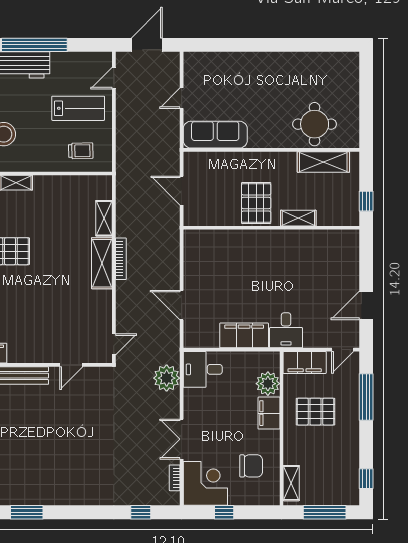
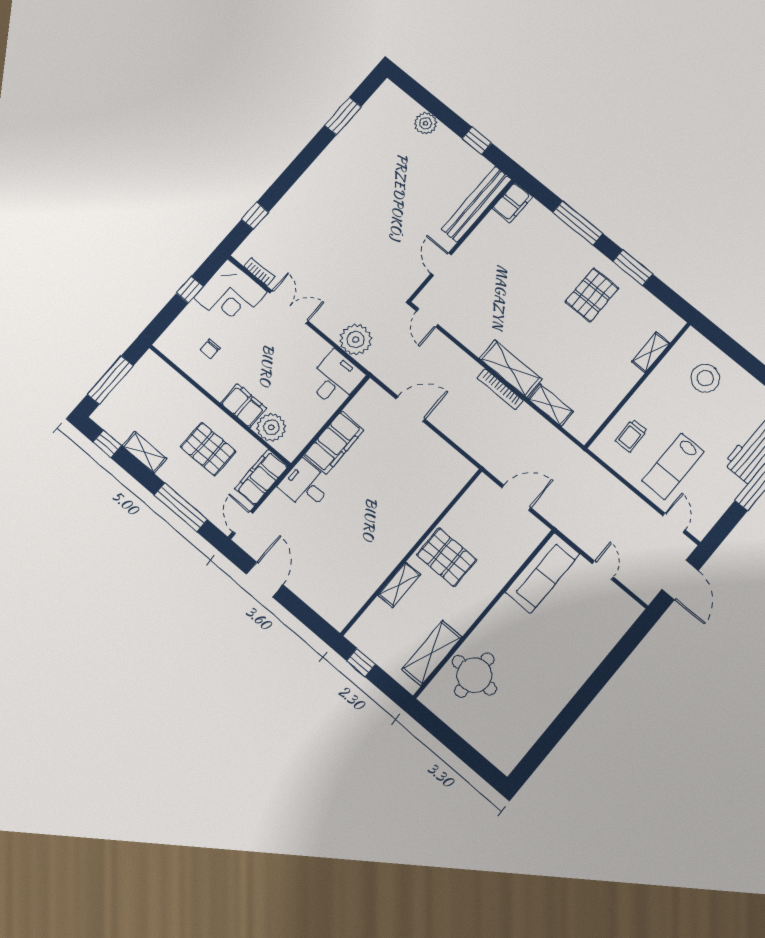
pallet: (315, 412) -> (208, 449), turned 90
chair: (251, 466) -> (210, 349), width x0.54, depth x0.54
shelving: (291, 483) -> (144, 452), moved

